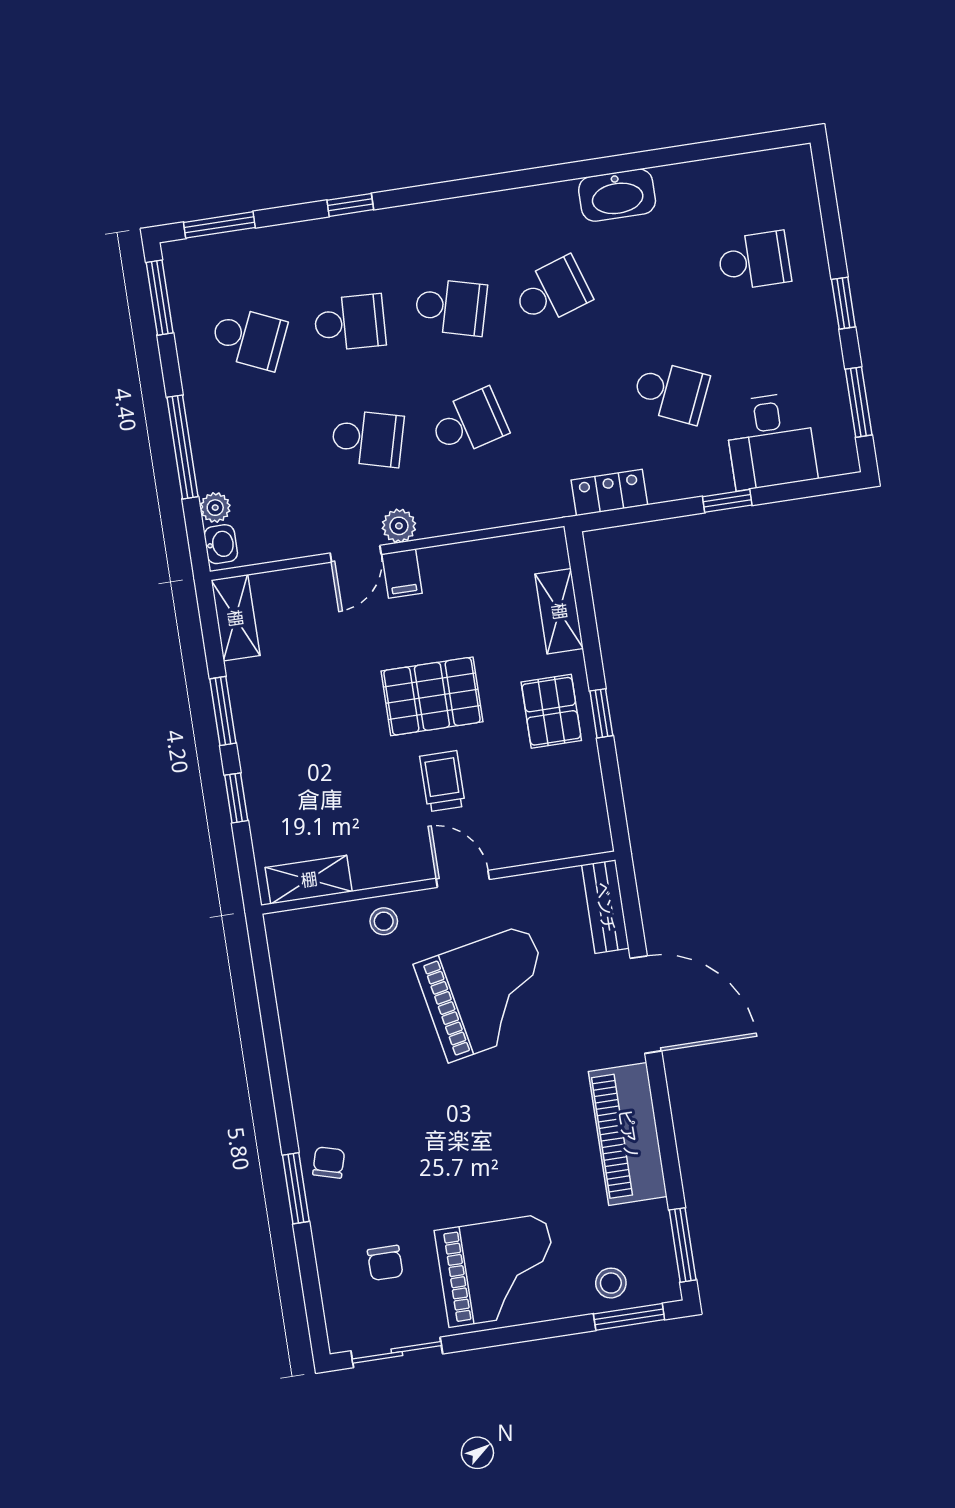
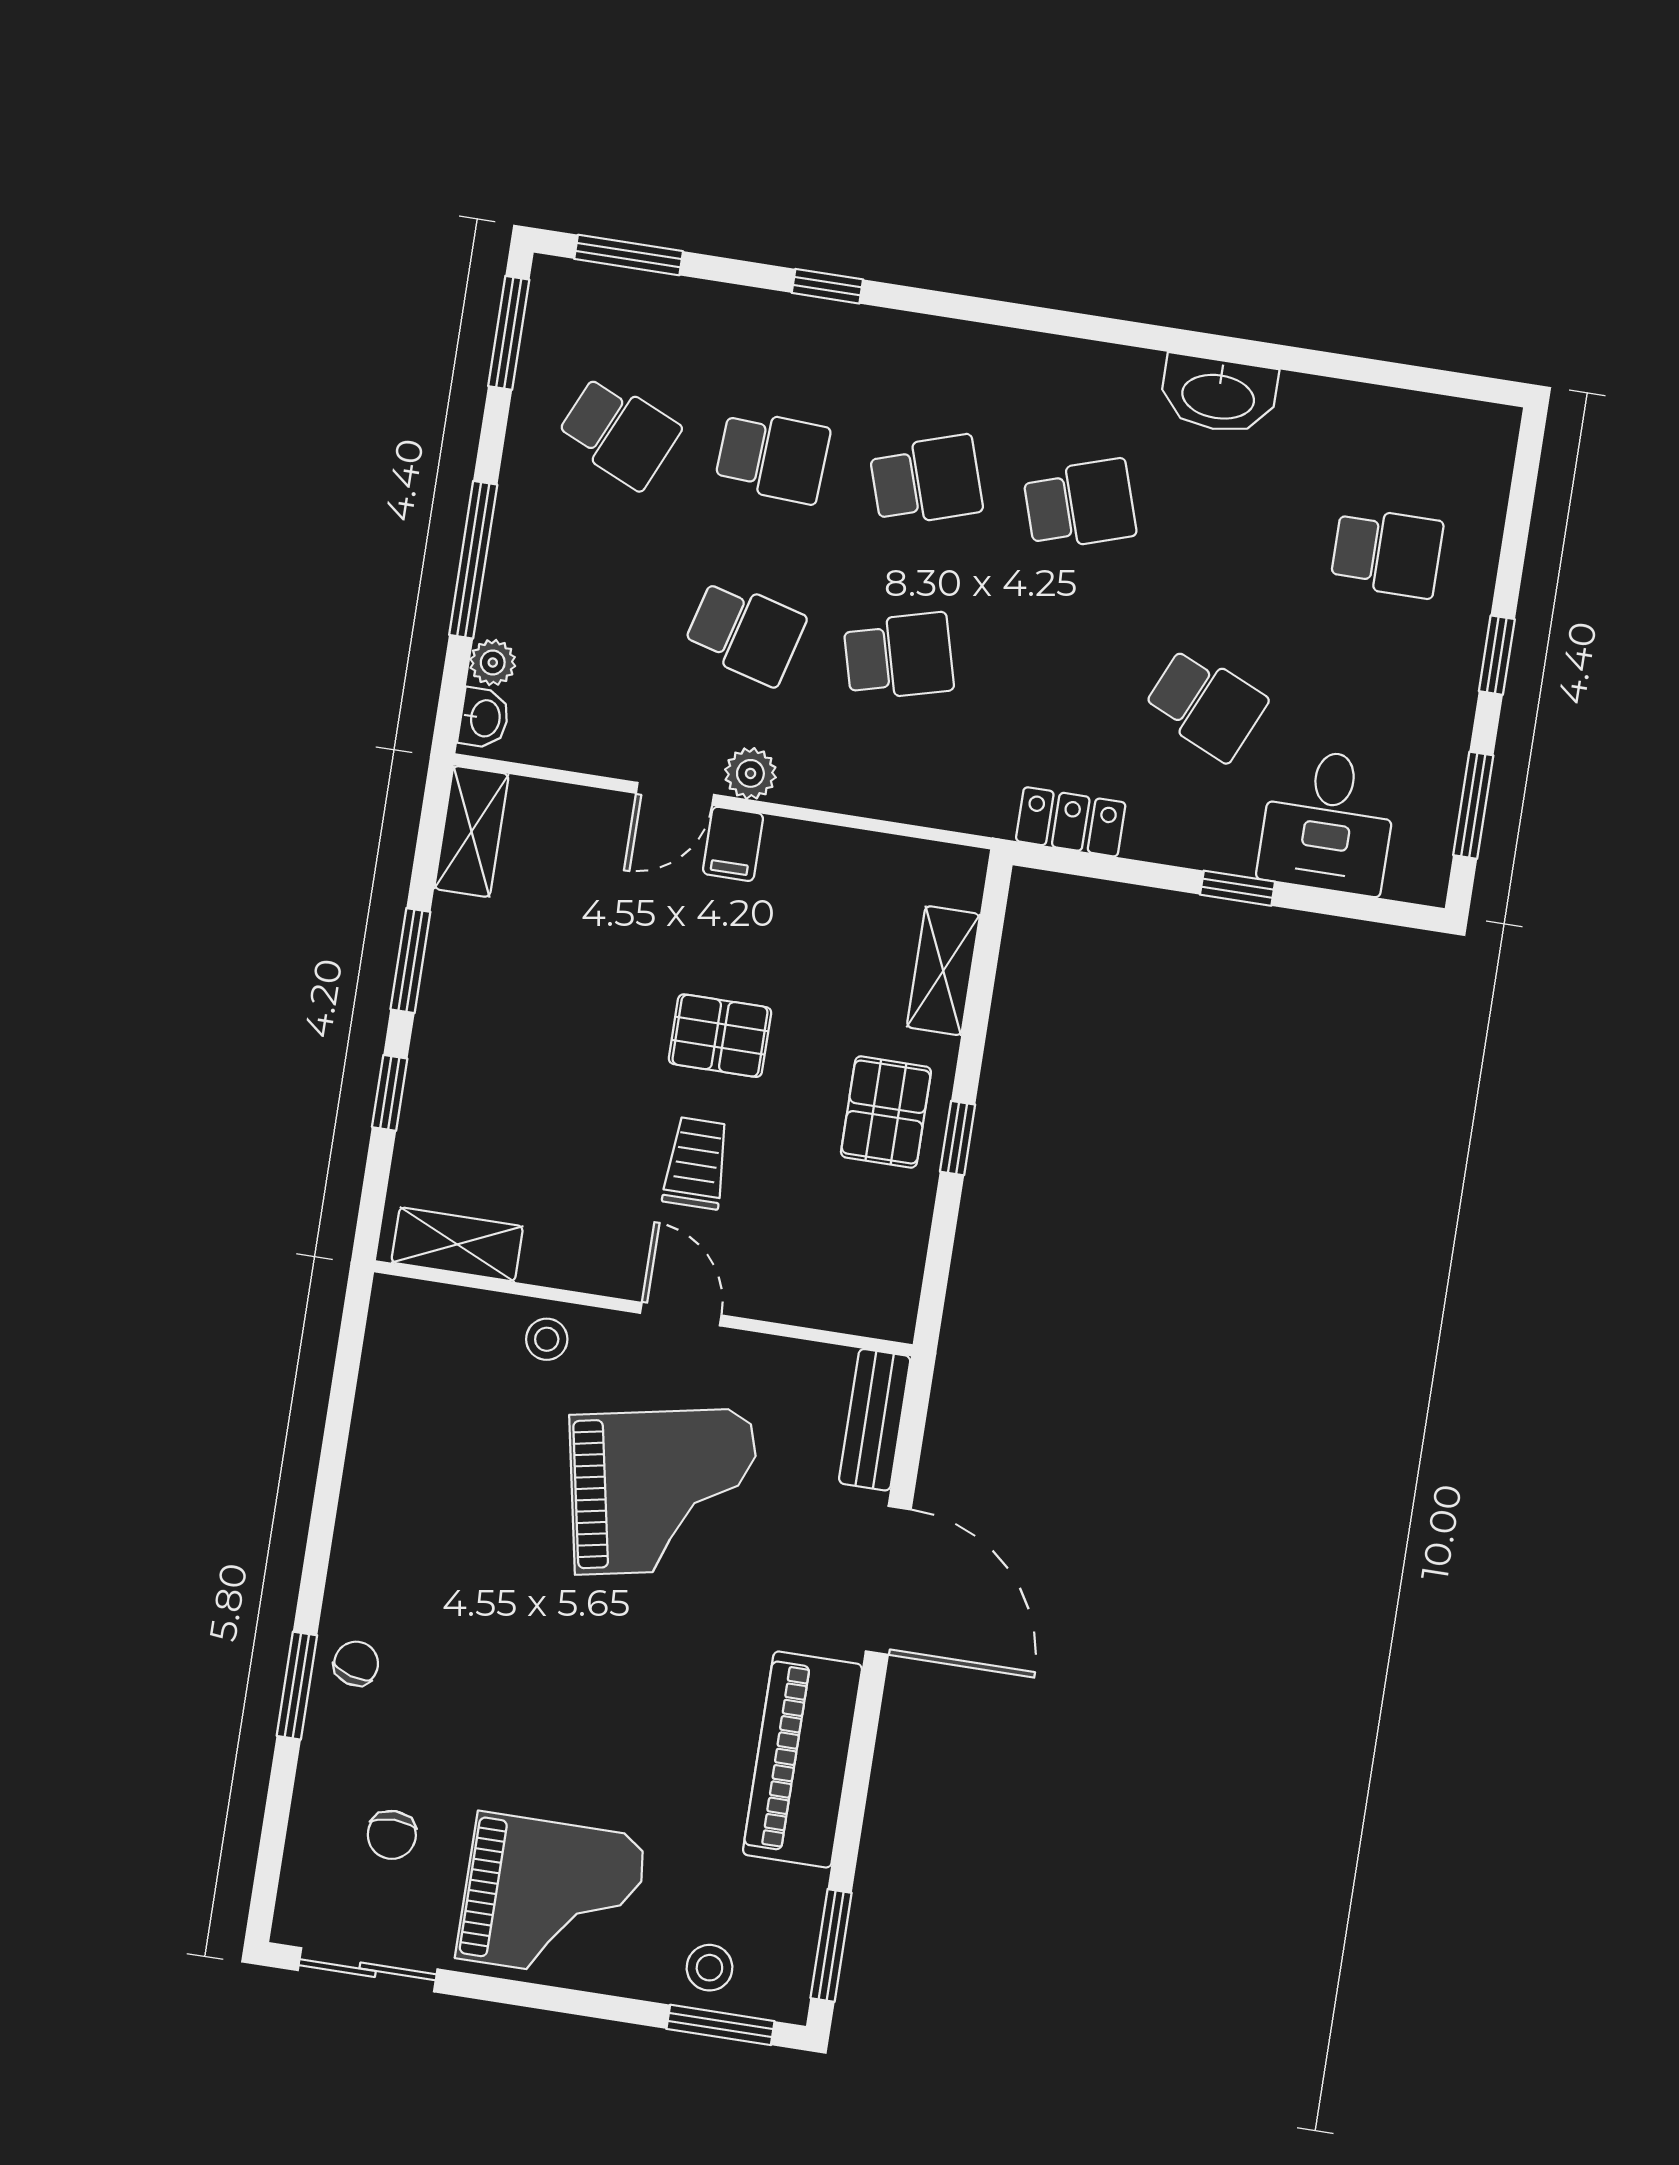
school desk: (451, 307) -> (926, 480), turned -33
pallet: (432, 696) -> (720, 1036), width x0.67, depth x0.71

